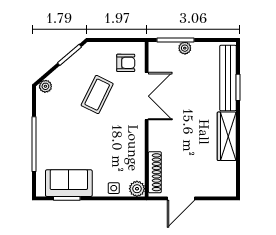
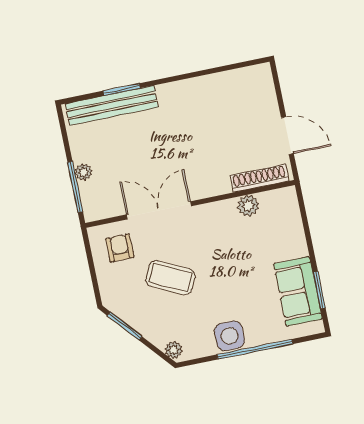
wardrobe: (227, 136) -> (191, 91), removed
side table: (114, 188) -> (229, 336), moved, width x1.87, depth x1.87
plant: (137, 189) -> (248, 206), moved

